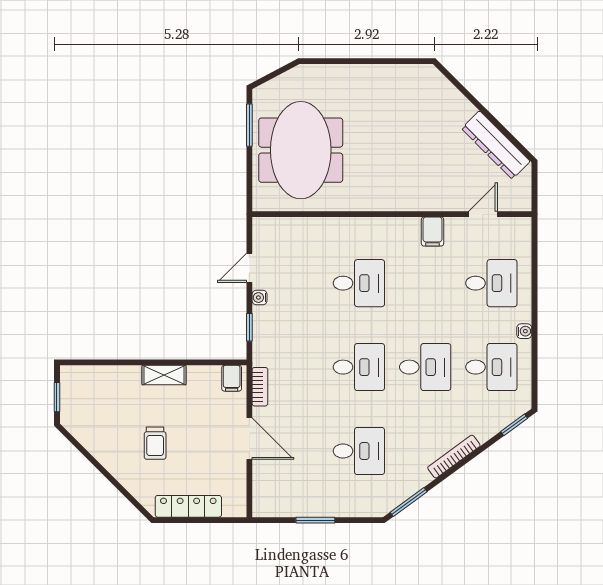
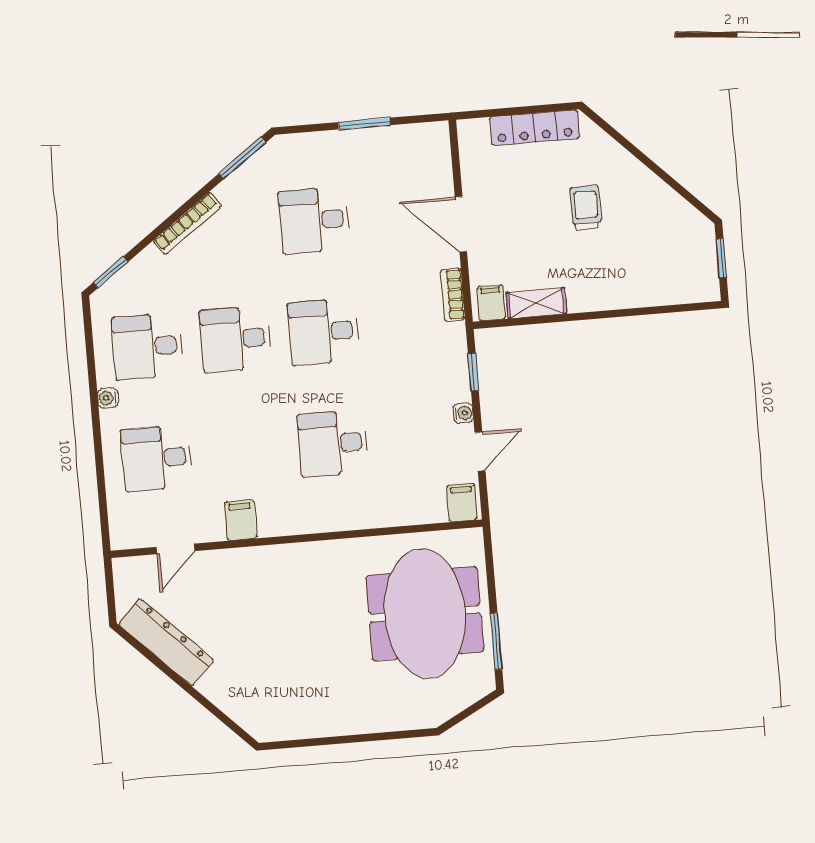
filing cabinet: (266, 231) -> (462, 503), added
shelving: (164, 375) -> (536, 303), moved

